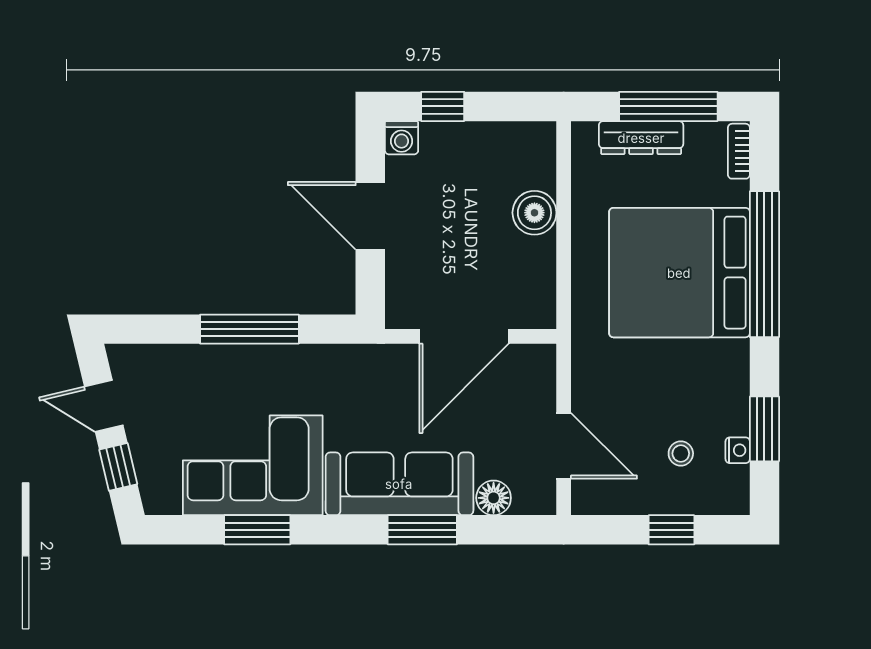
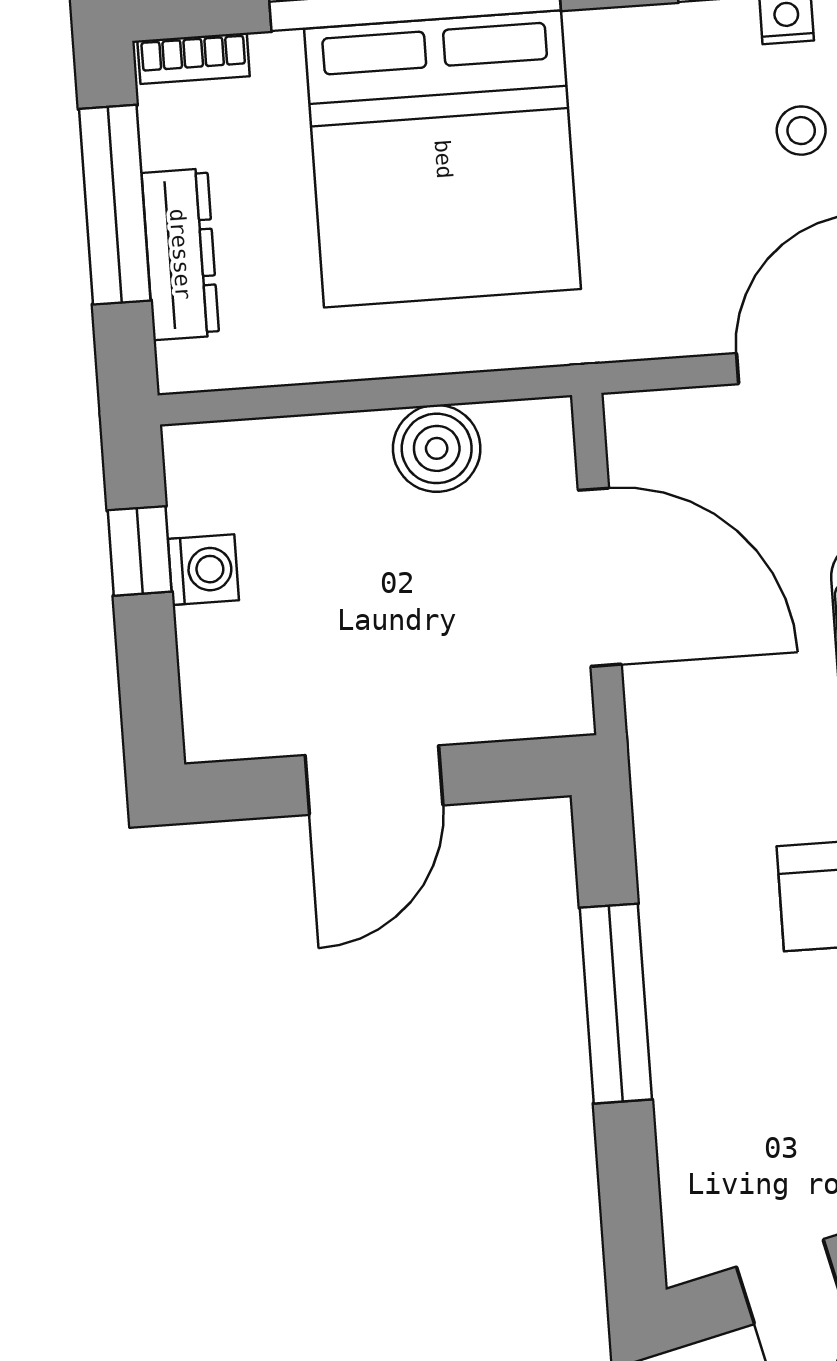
window: (443, 106) -> (140, 551), moved
washing machine: (402, 138) -> (203, 570), moved
boiler: (534, 213) -> (437, 448), moved

